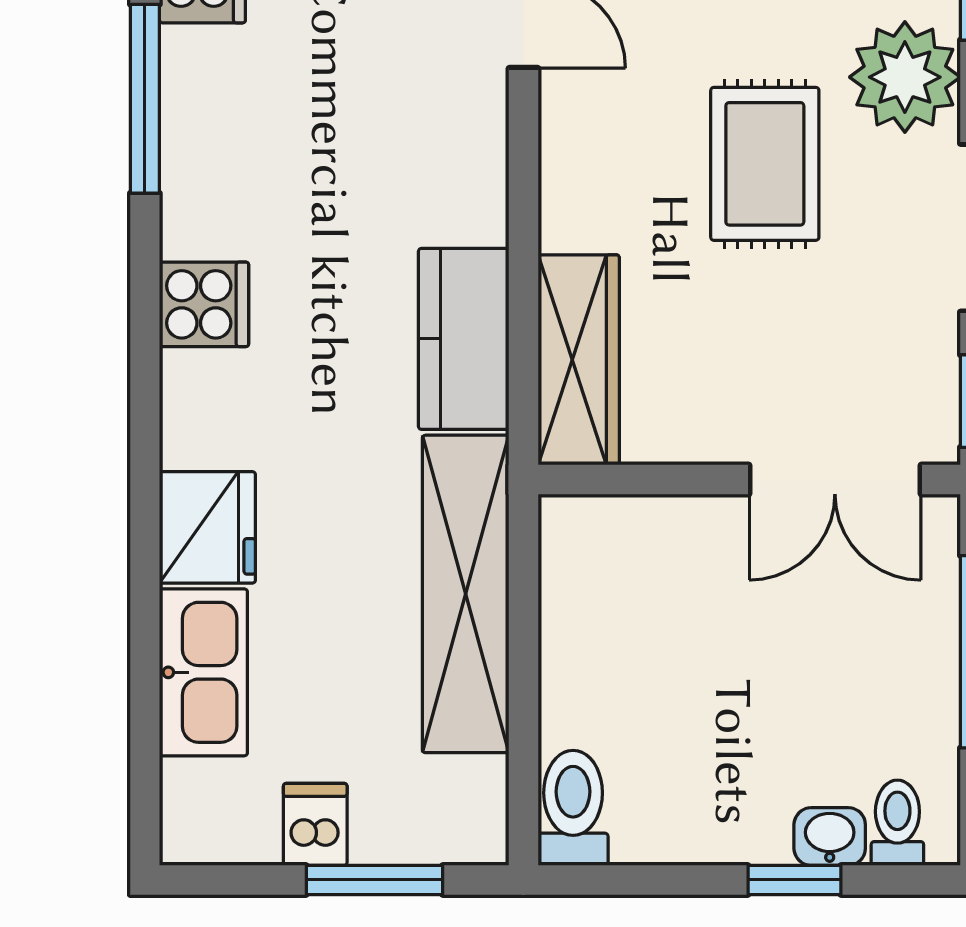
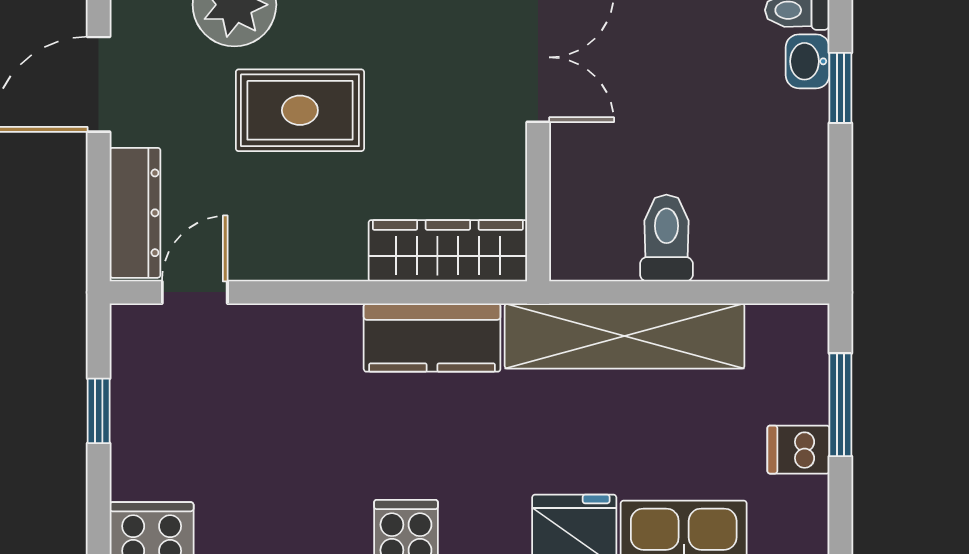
toilet: (573, 808) -> (666, 238), moved, turned 90

